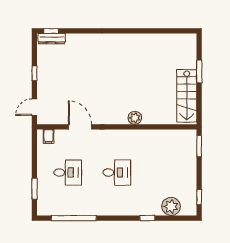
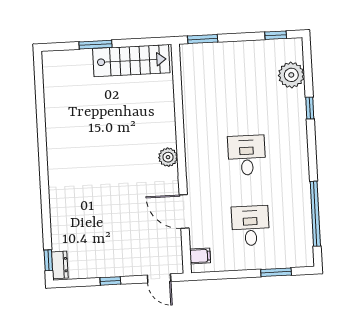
dresser: (52, 39) -> (60, 265), width x0.70
plant: (135, 118) -> (168, 157), moved
door: (80, 127) -> (184, 211), hinge flipped

